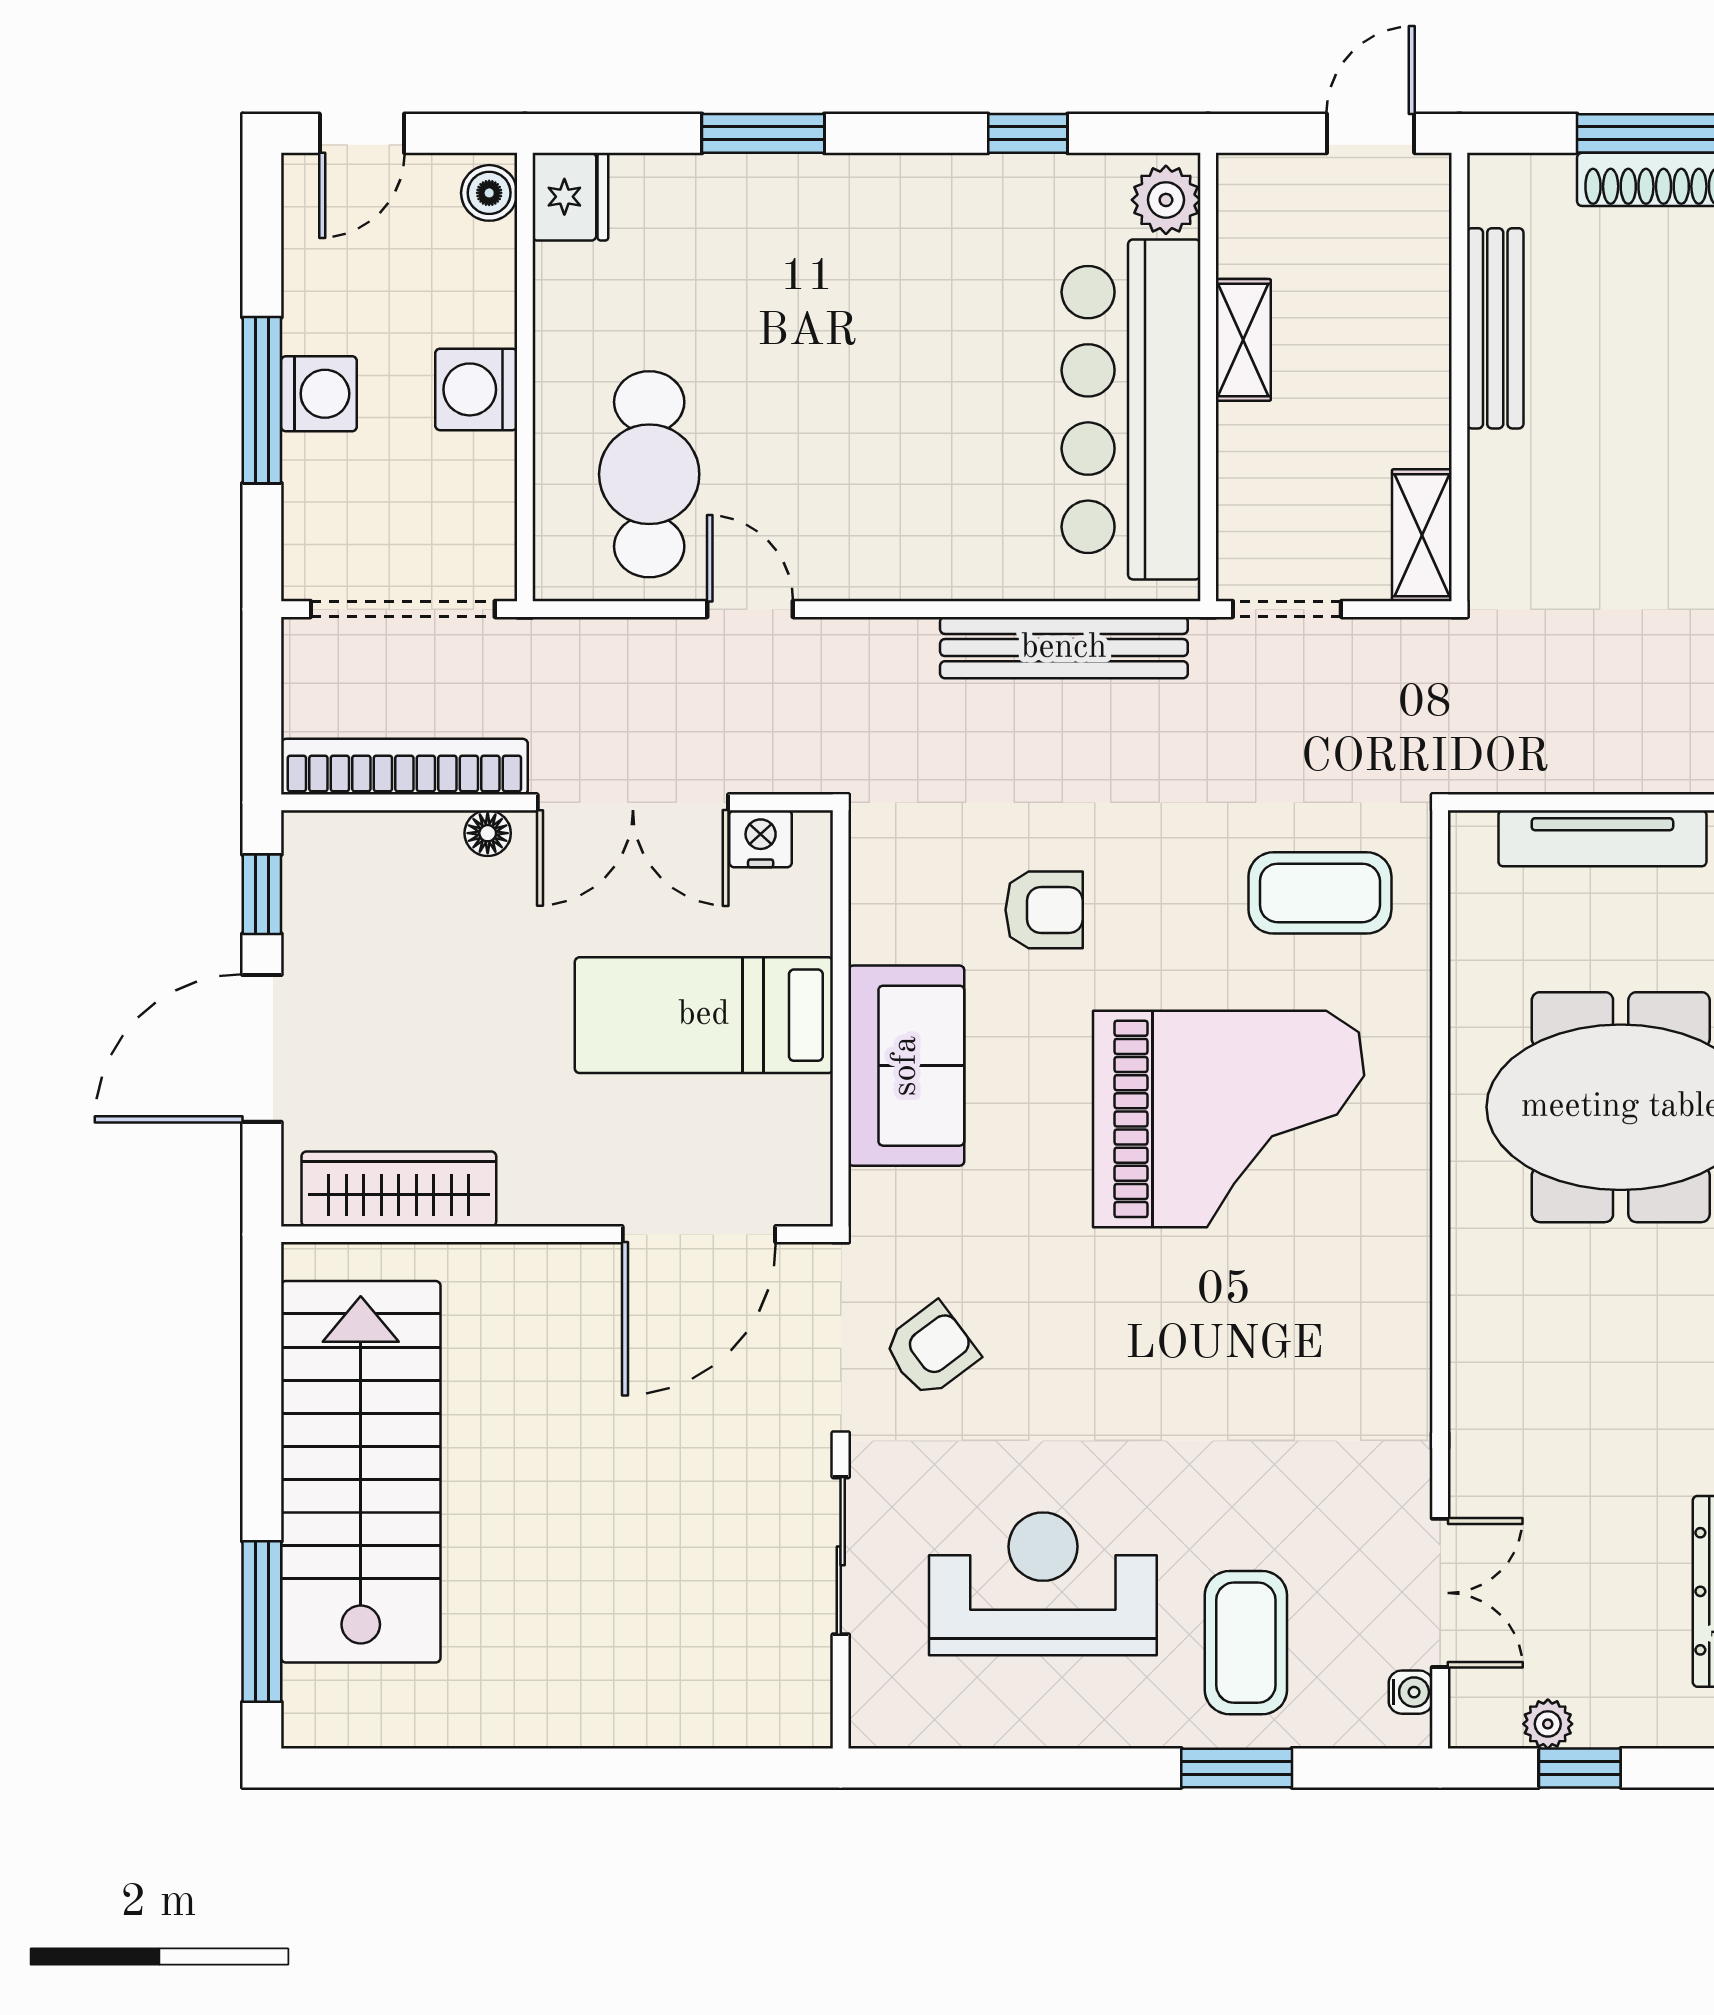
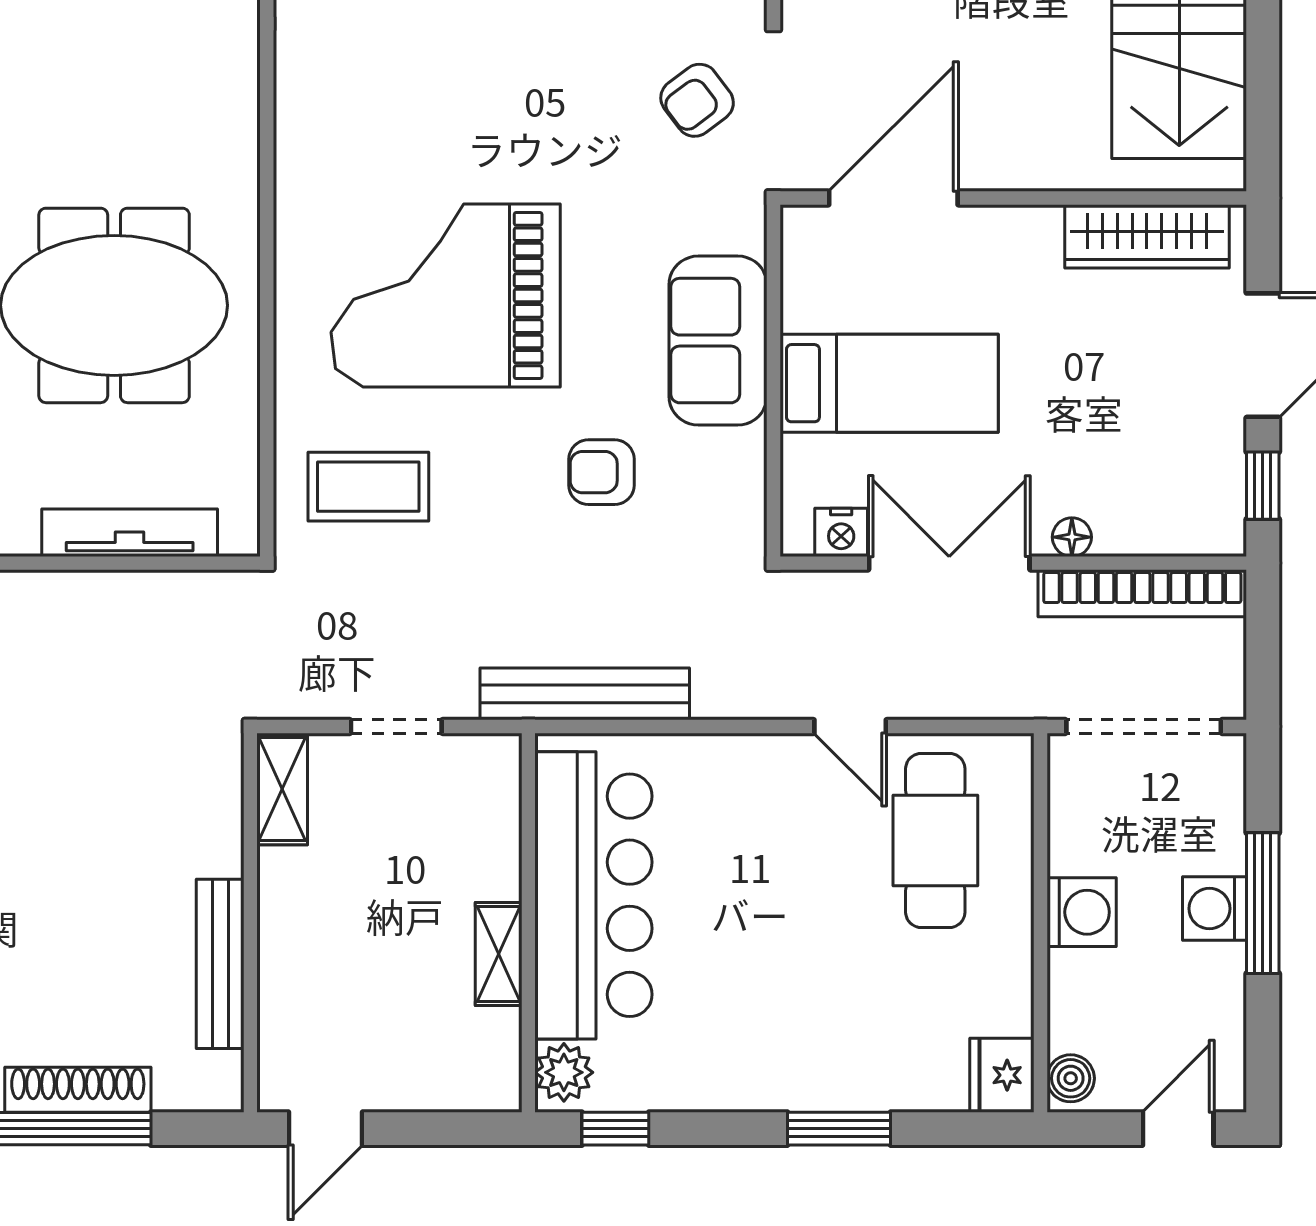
plant: (1166, 200) -> (564, 1072), moved
shelving: (1243, 340) -> (499, 954), moved
wall: (1208, 377) -> (528, 923), moved
bar counter: (1131, 409) -> (593, 895), moved

